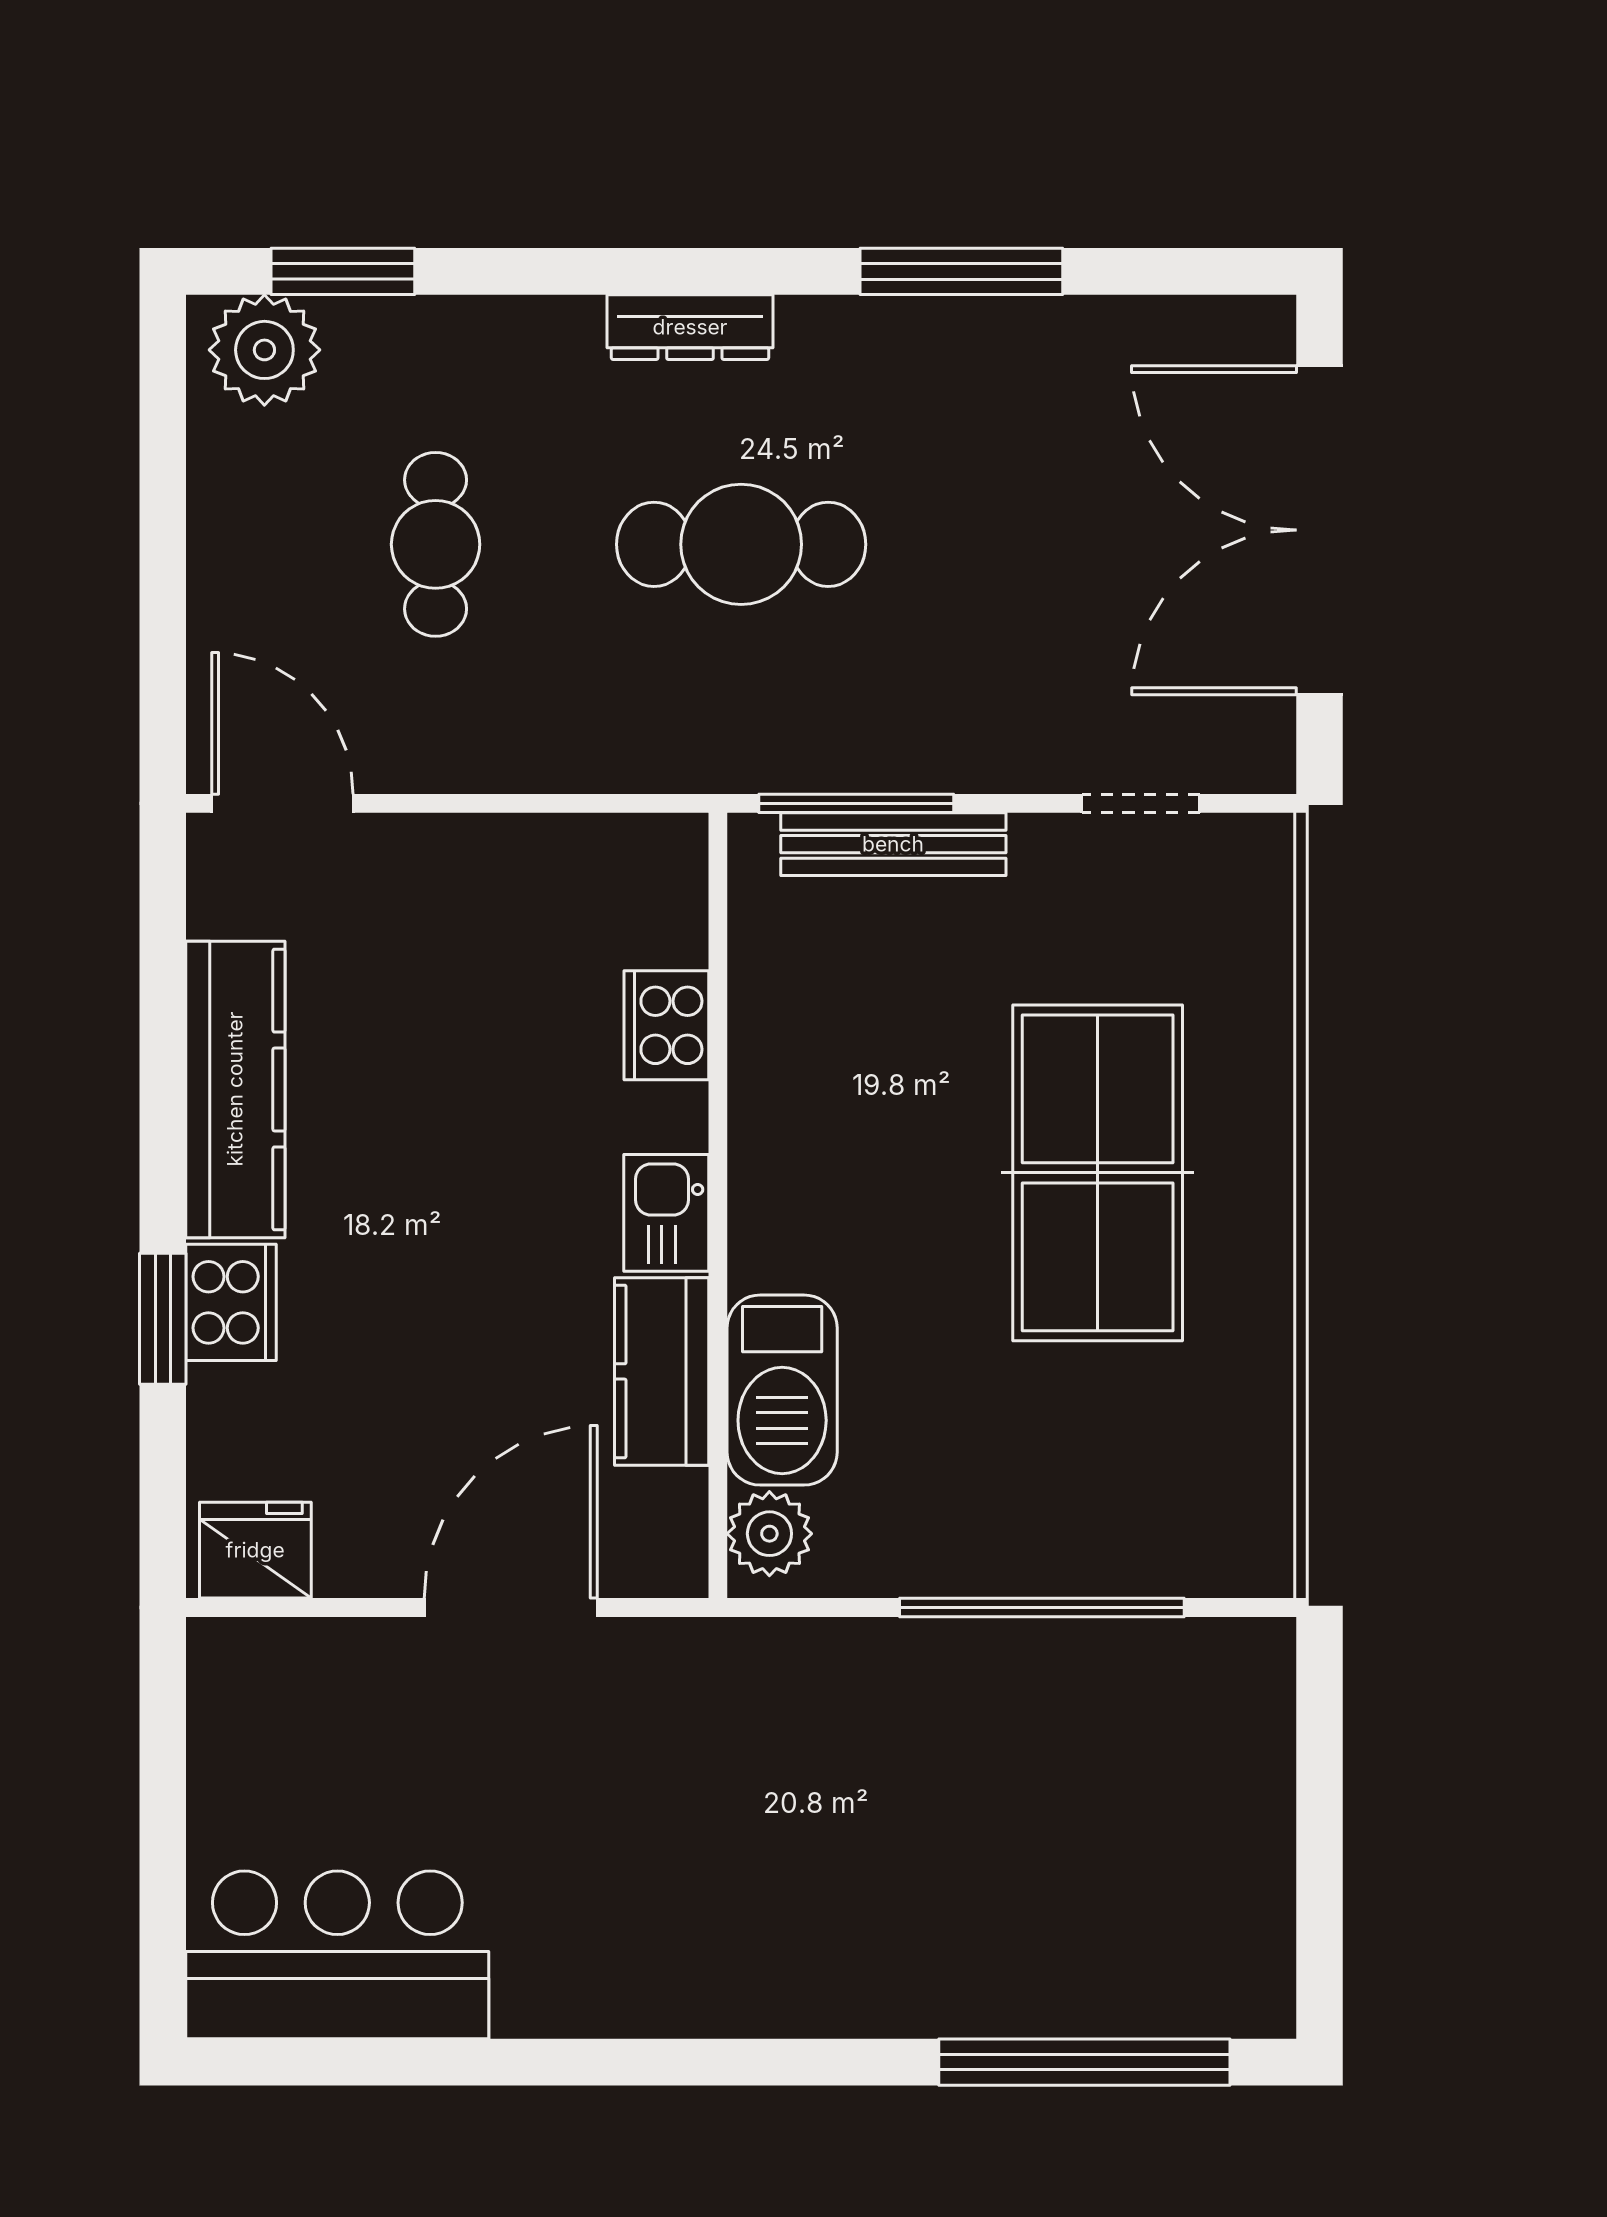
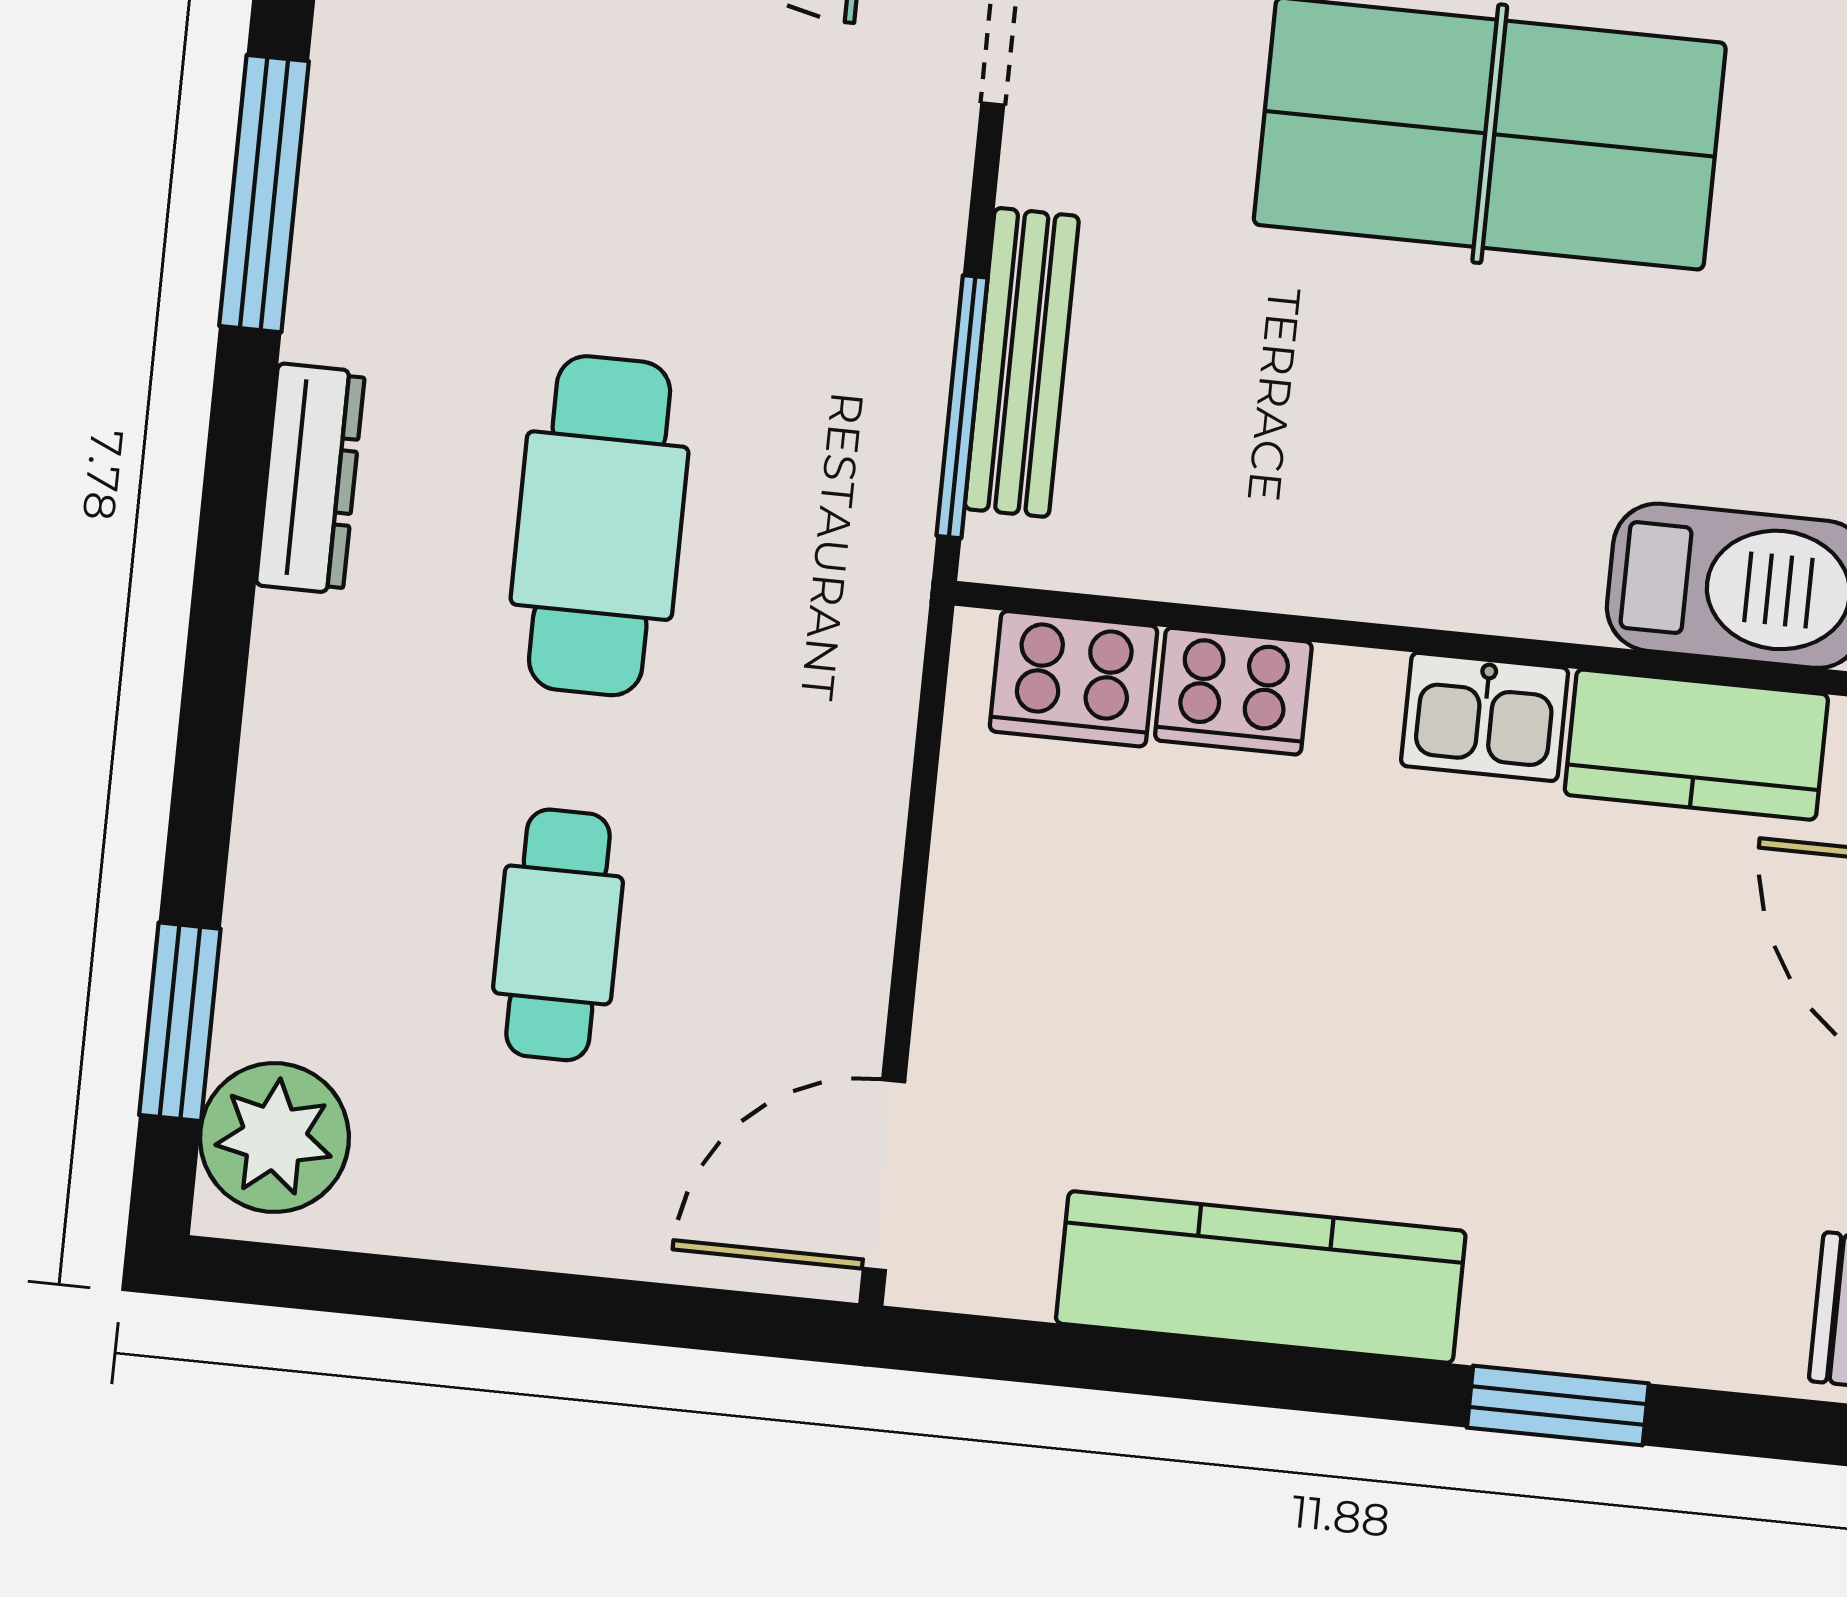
dresser: (690, 327) -> (310, 478), moved
cafe table: (436, 544) -> (558, 935), turned 90
cooker: (231, 1302) -> (1073, 679), moved, turned 180

